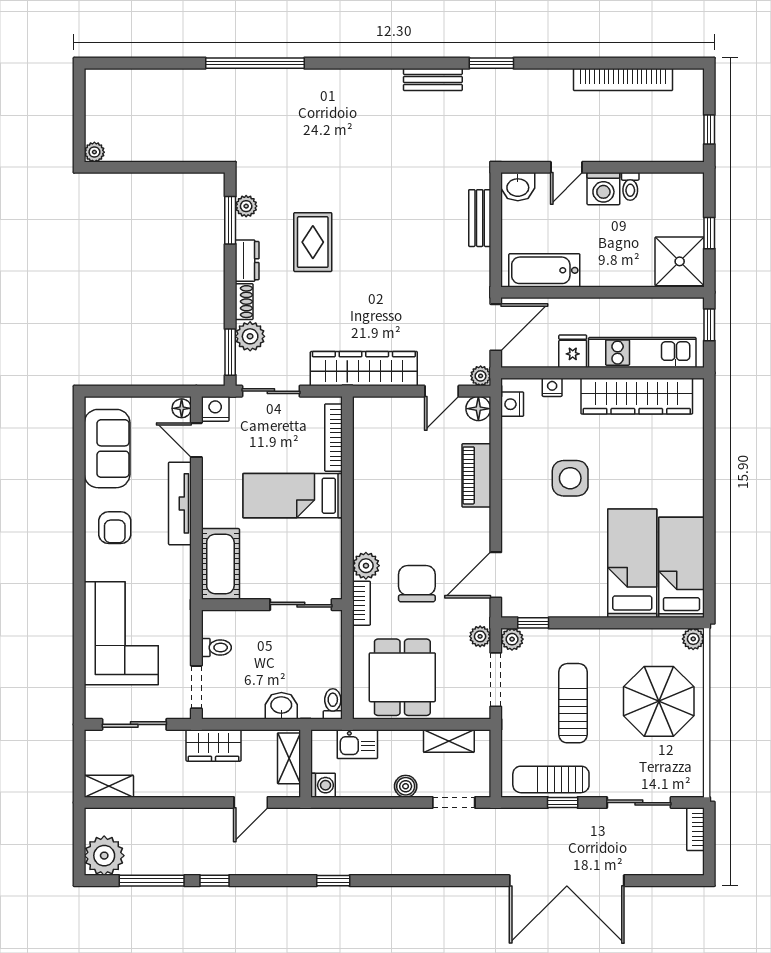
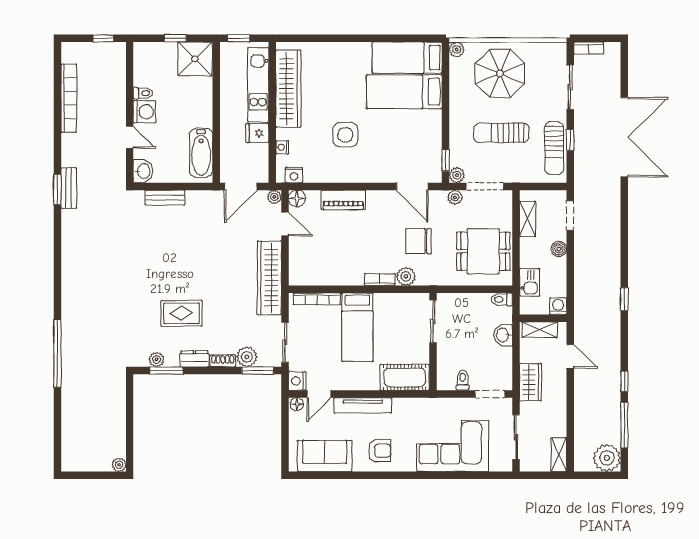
bench: (433, 79) -> (69, 188), moved
door: (496, 327) -> (241, 186), swing flipped
bookcase: (361, 603) -> (380, 280), moved

